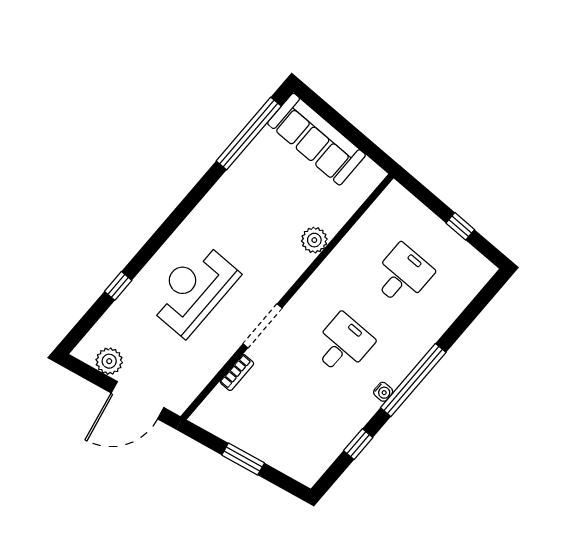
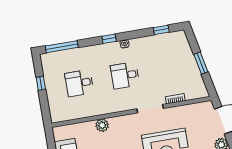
window: (475, 308) -> (62, 47), added
window: (413, 380) -> (109, 39), width x0.32
window: (358, 444) -> (161, 30), moved

